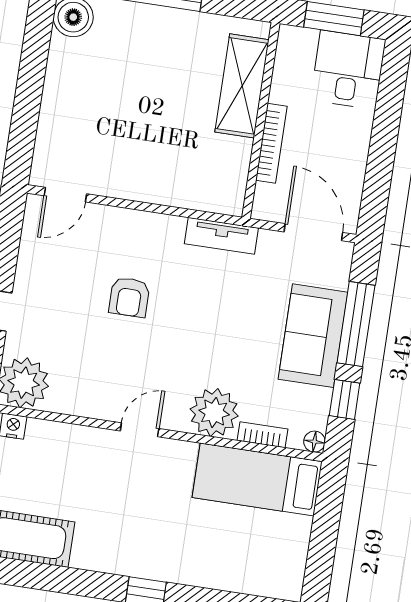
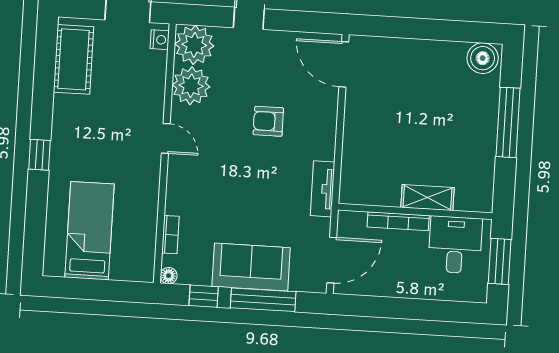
desk: (348, 70) -> (455, 245), moved, turned -90
shelving: (242, 86) -> (428, 198), width x0.67, depth x0.75
door: (65, 195) -> (344, 64), width x1.38
plant: (214, 412) -> (191, 86), moved
bed: (257, 480) -> (89, 231), moved

